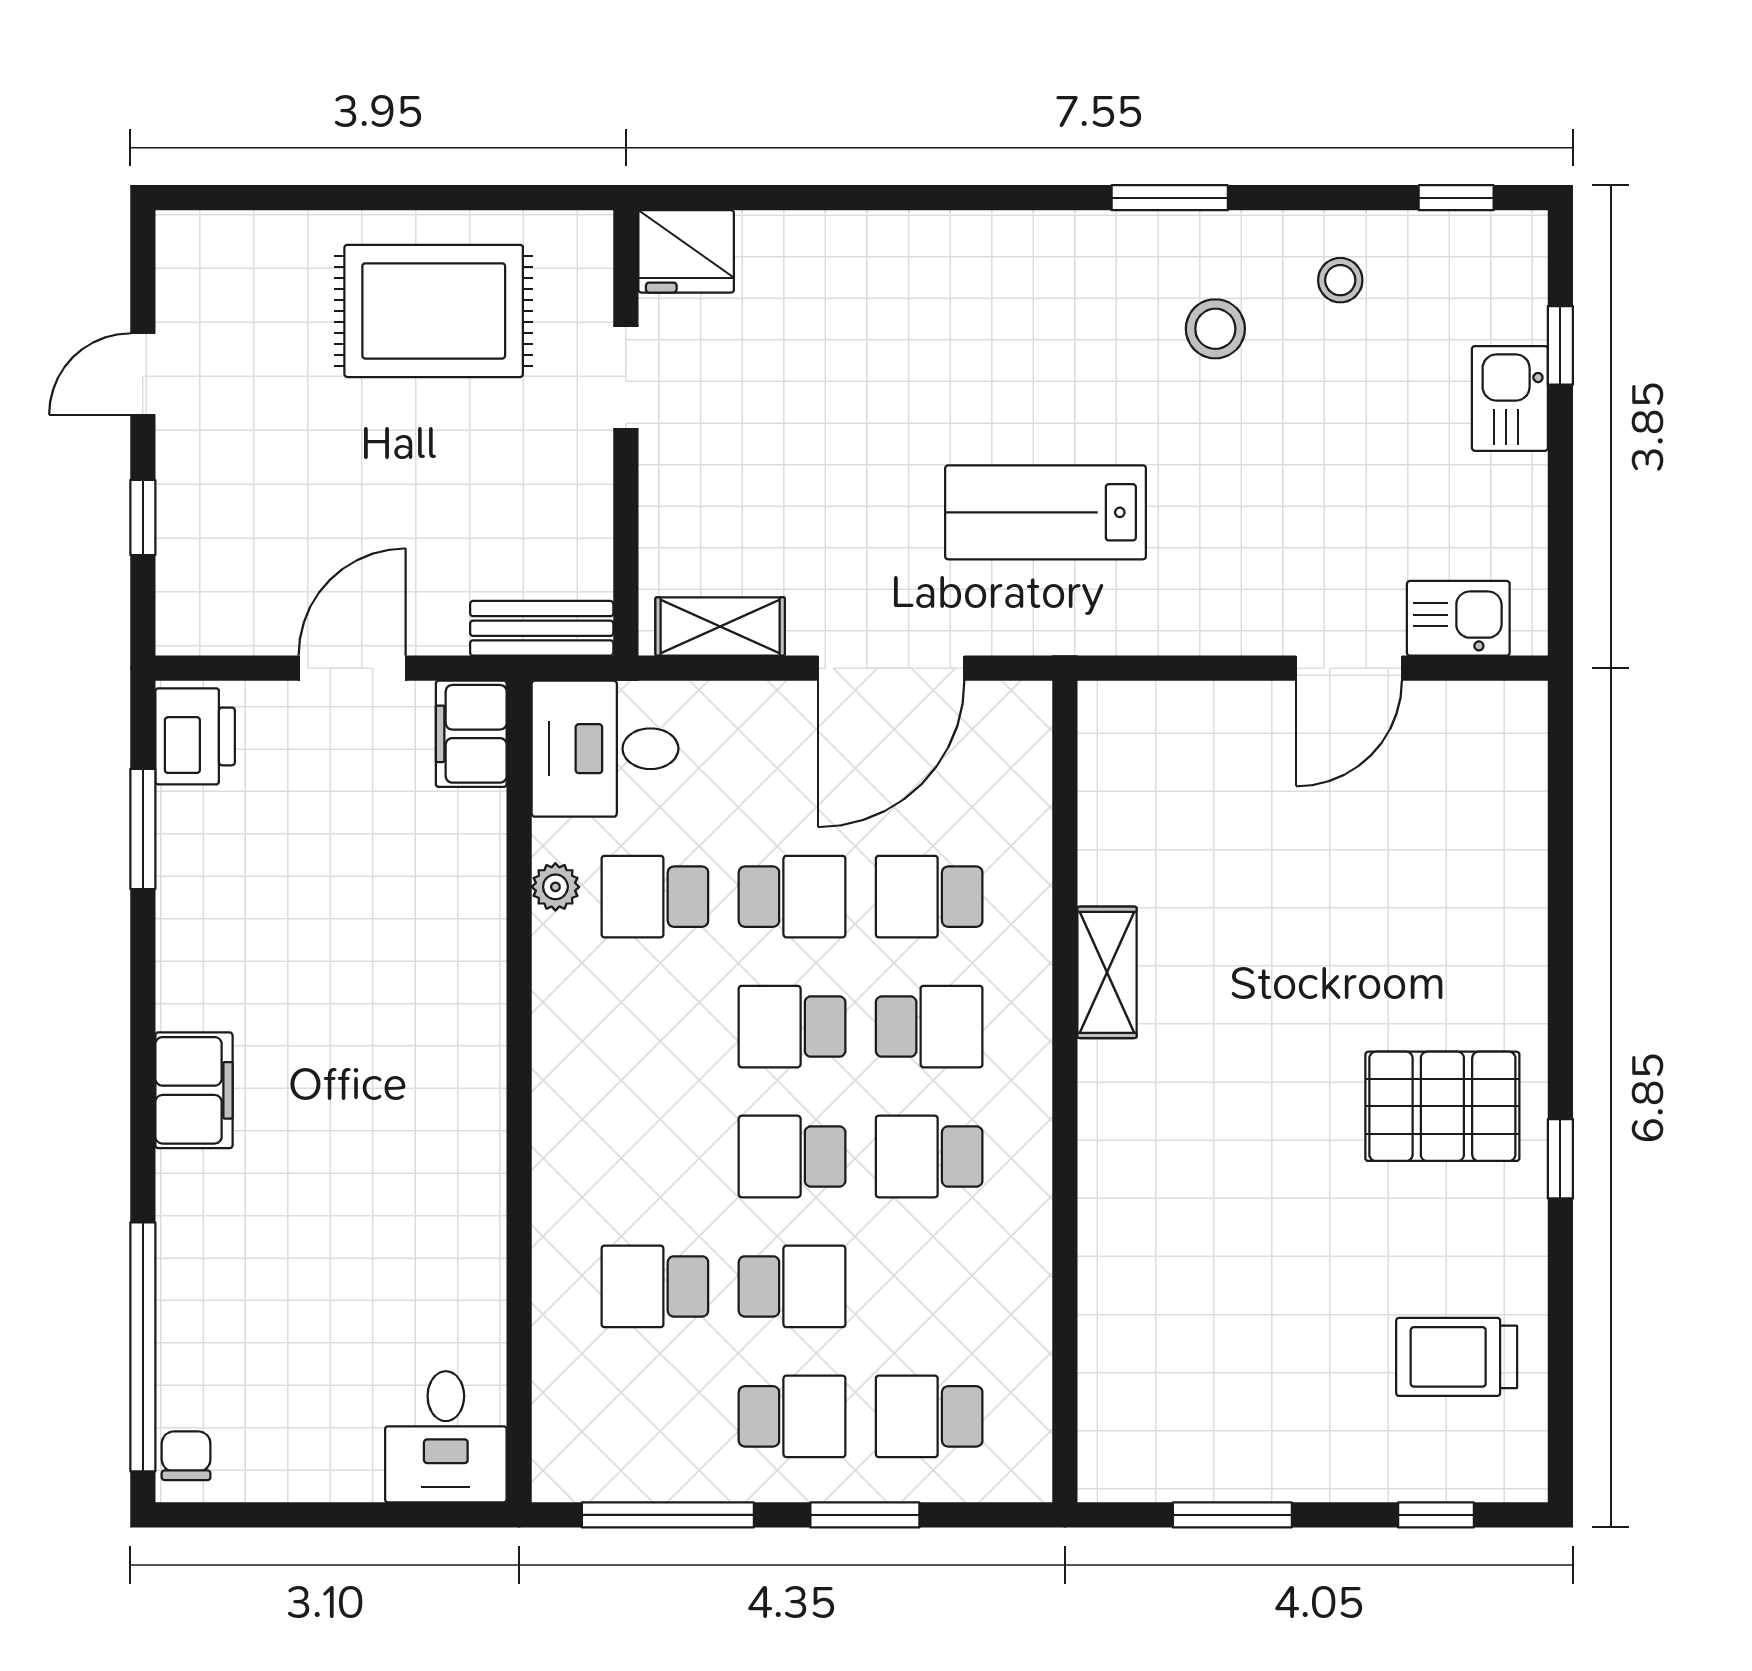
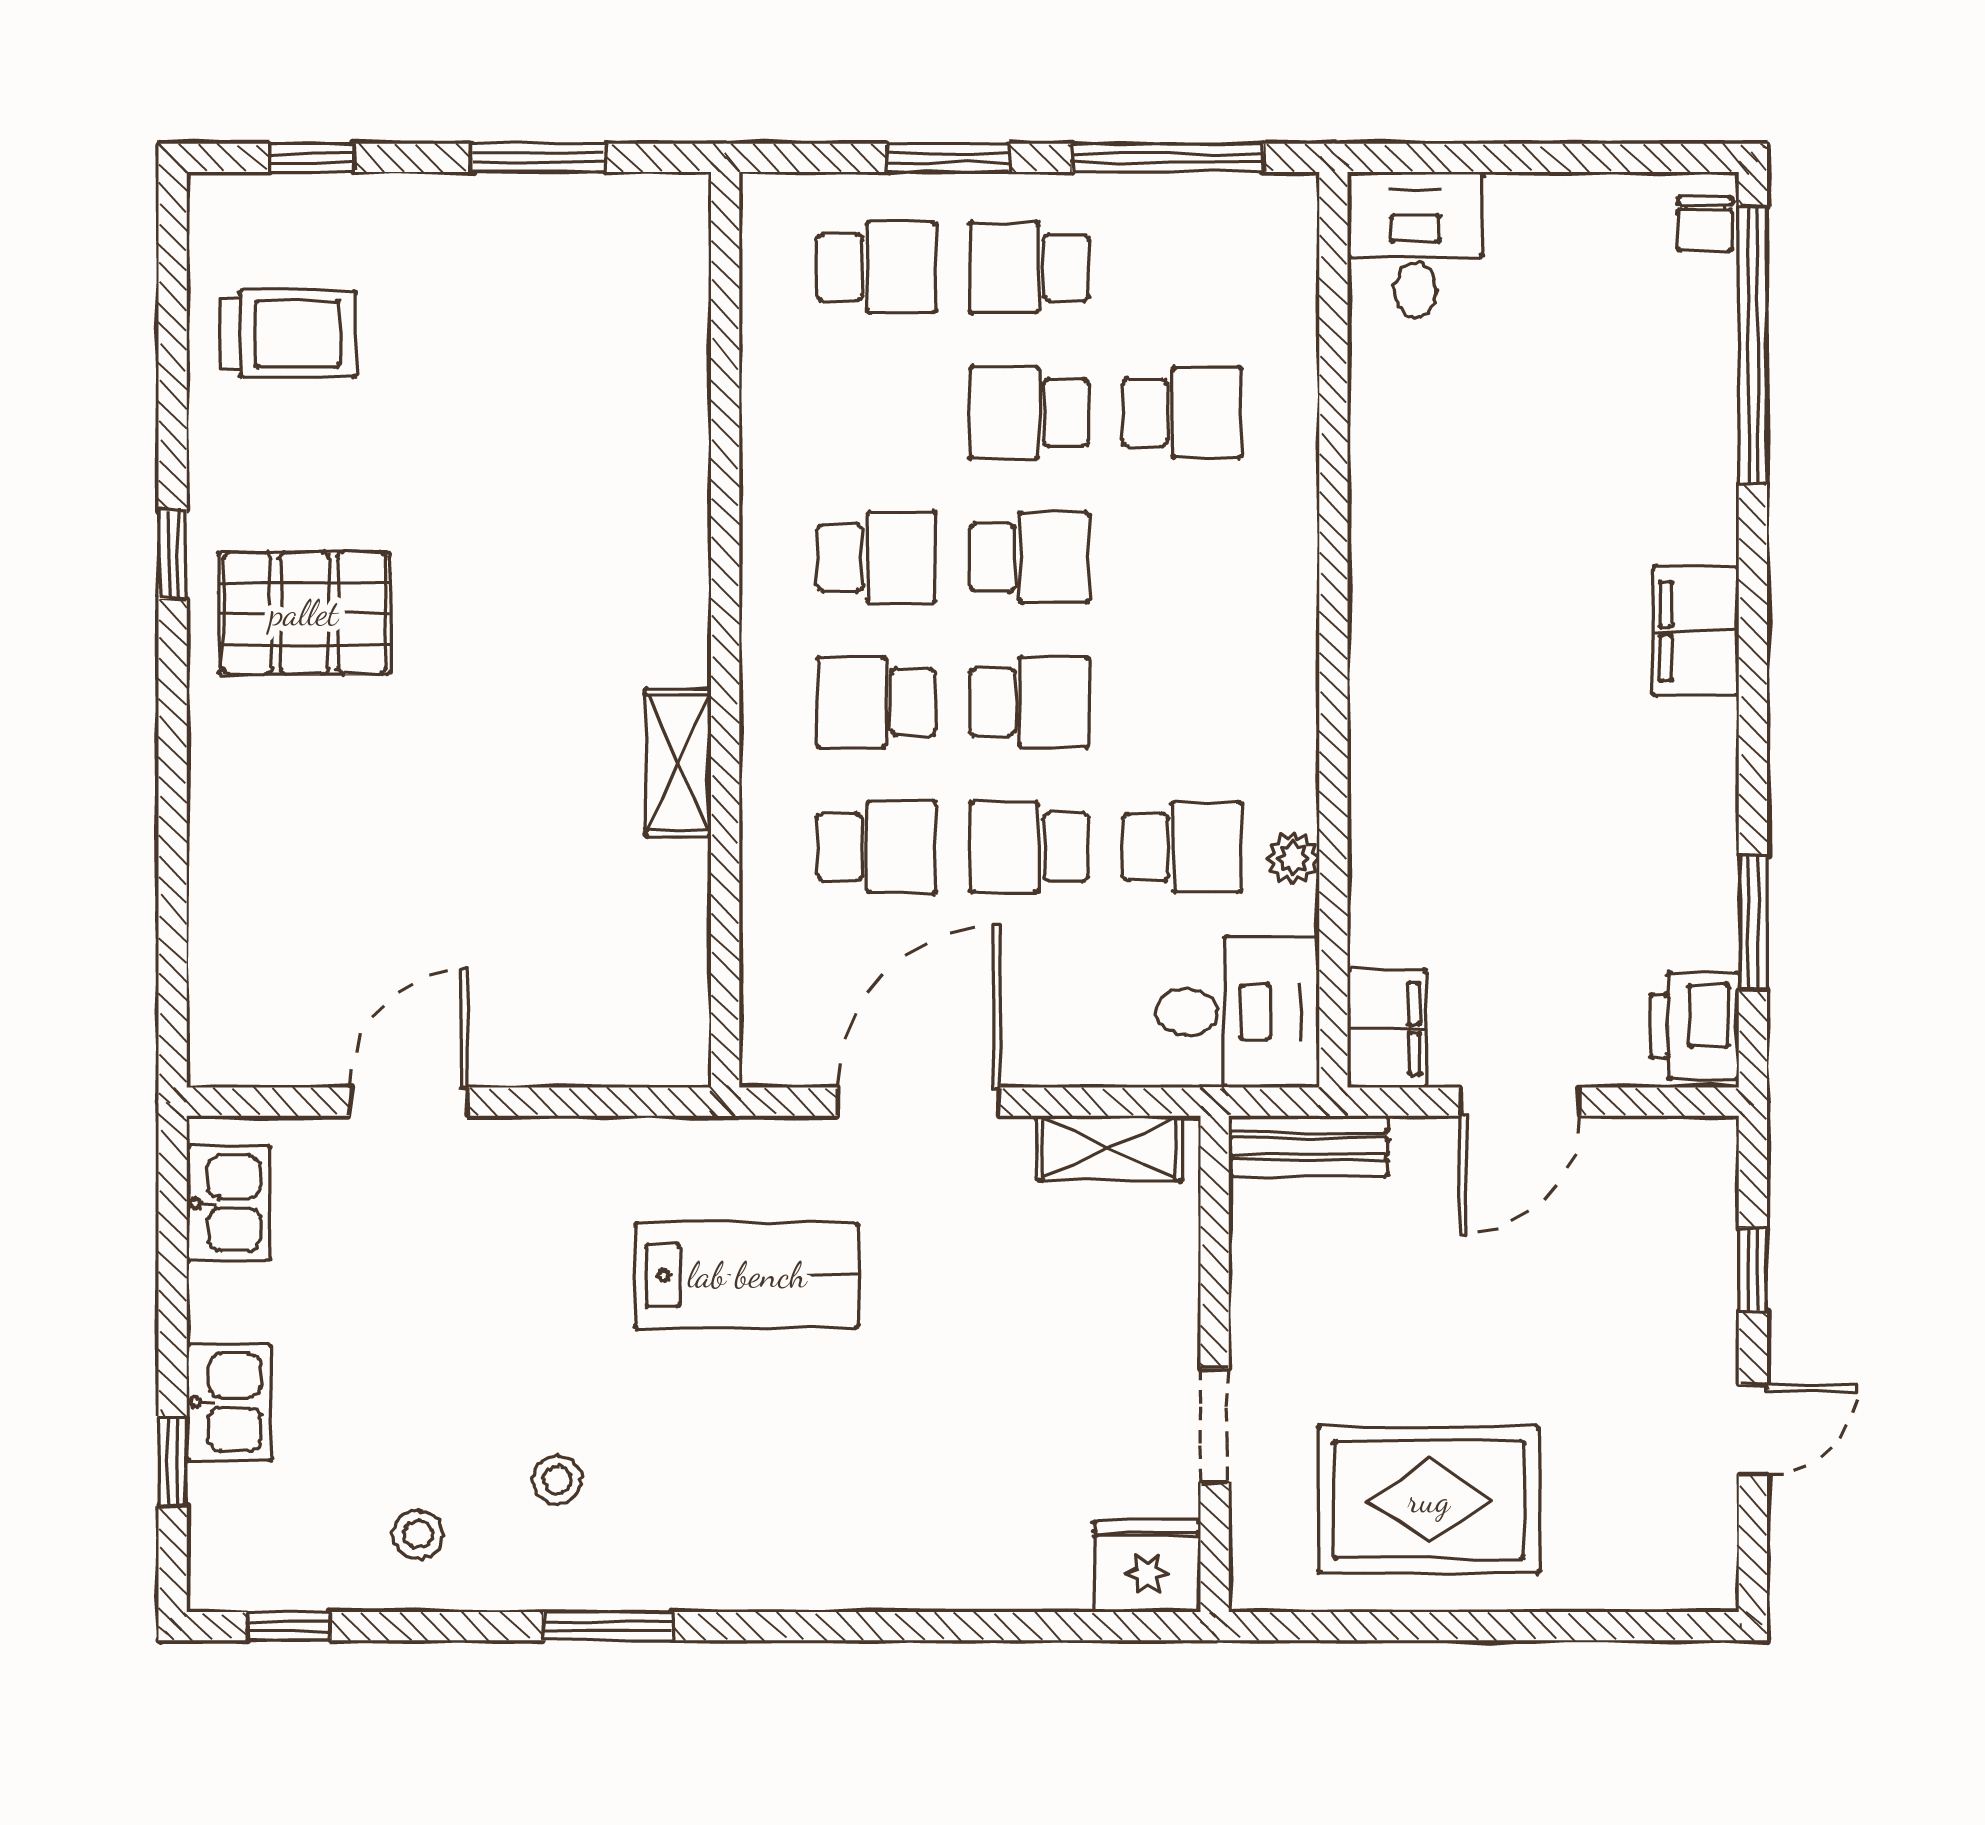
stool: (1215, 329) -> (557, 1480), width x0.73, depth x0.73
kitchen sink: (1458, 618) -> (228, 1203), moved, turned -90

